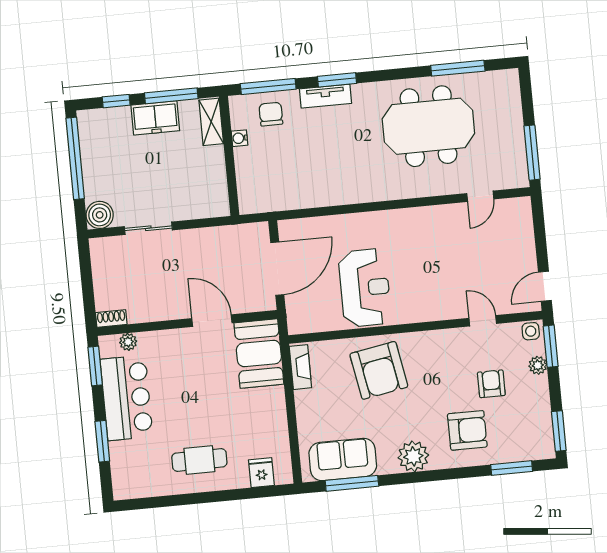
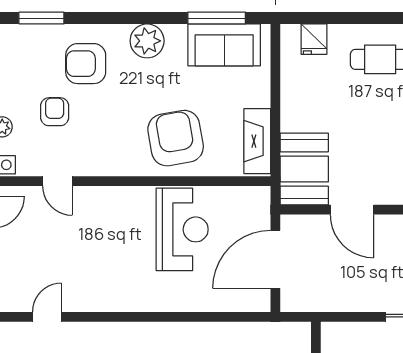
reception desk: (365, 288) -> (182, 229), turned 180
fireplace: (300, 367) -> (257, 141), width x1.37, depth x1.32
armchair: (491, 384) -> (55, 112), turned 180

